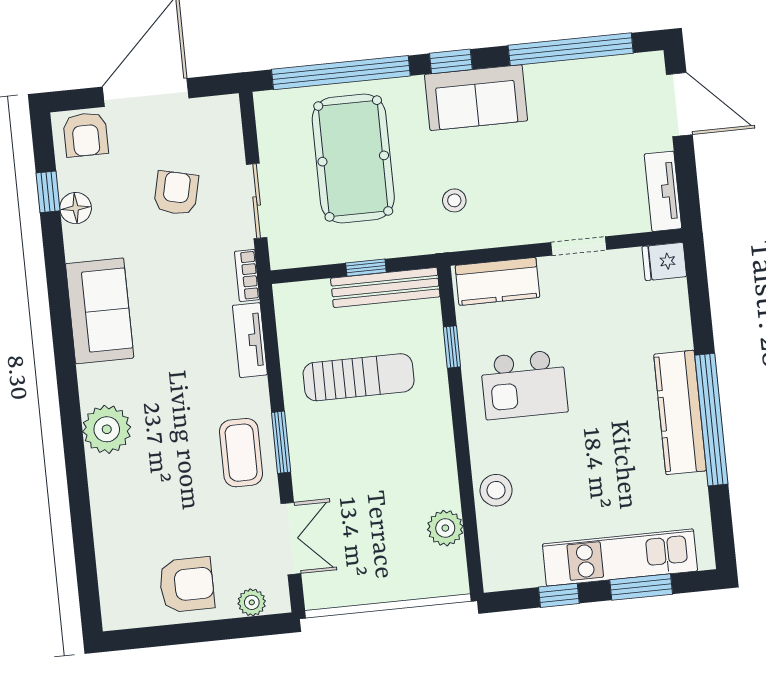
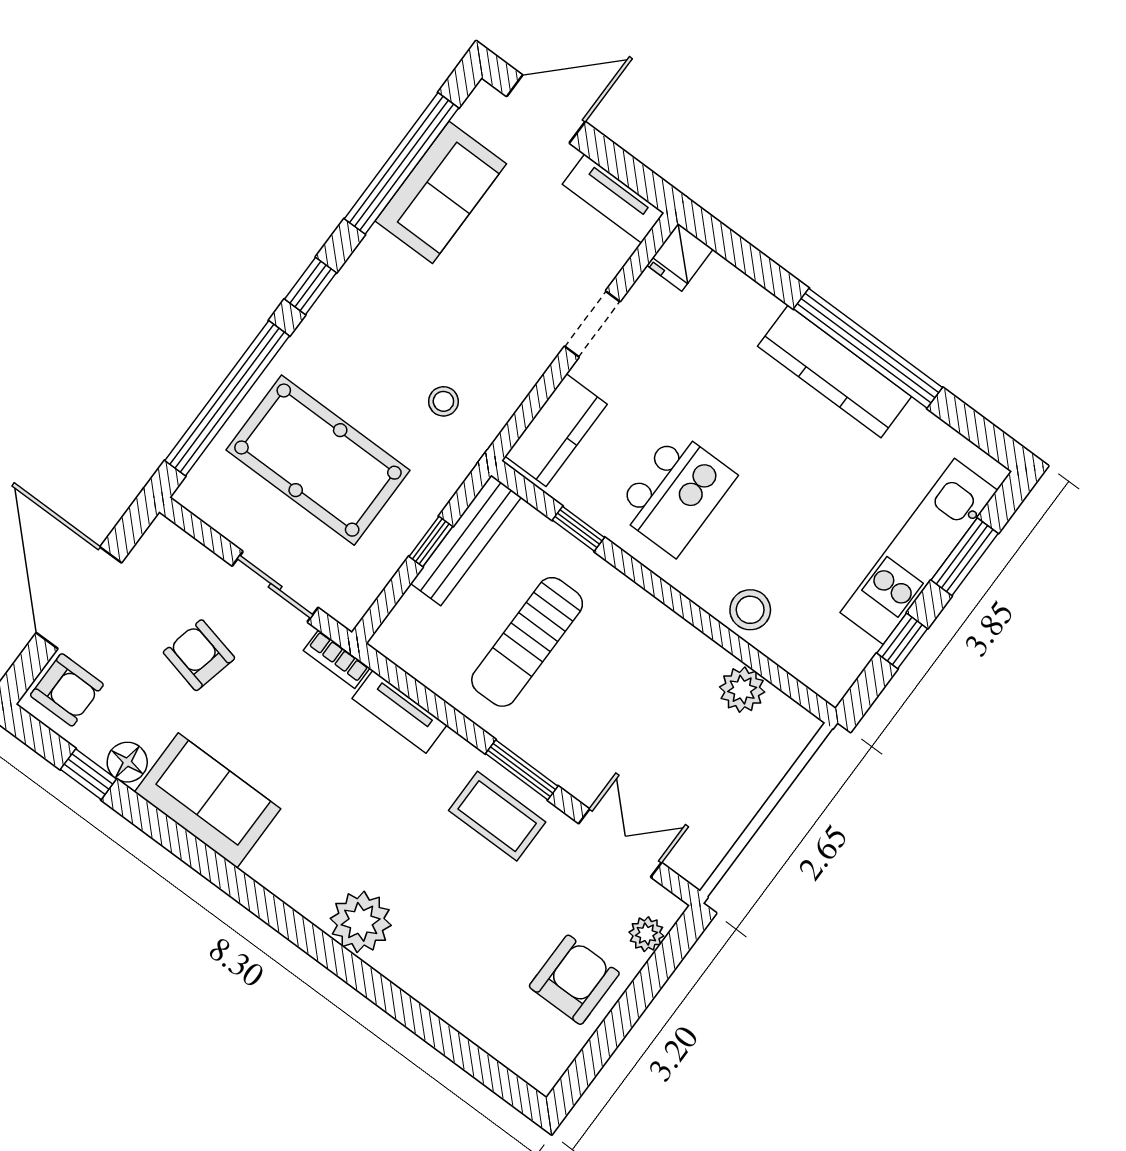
sofa: (476, 98) -> (441, 192), moved
sofa: (100, 311) -> (207, 800), moved
sun lounger: (359, 377) -> (527, 642), turned 180

